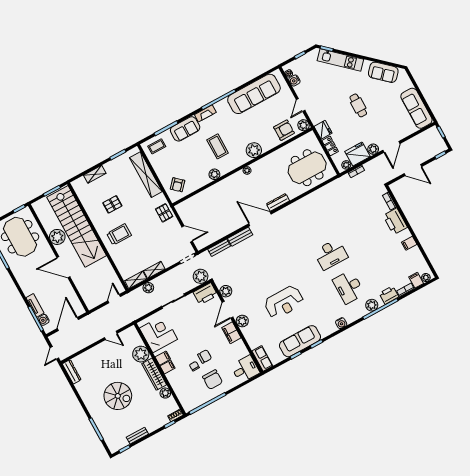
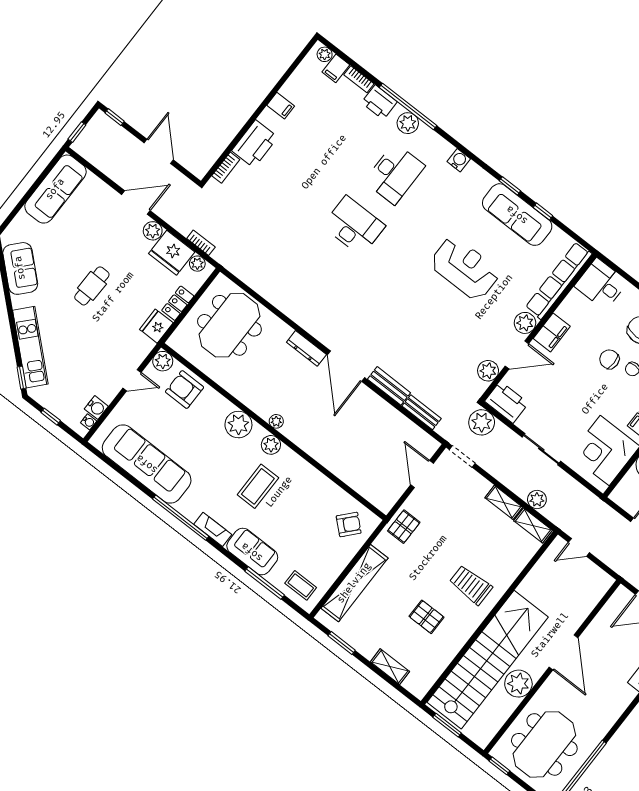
meeting table: (307, 168) -> (229, 325), turned 90
plant: (214, 174) -> (271, 445), moved
row of seats: (262, 358) -> (559, 281), width x2.02

